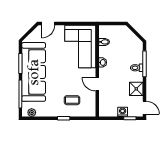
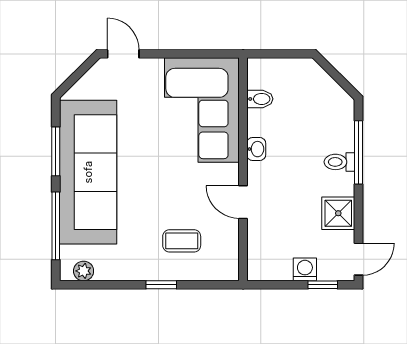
door: (48, 23) -> (123, 54), swing flipped
door: (145, 108) -> (358, 259), hinge flipped

